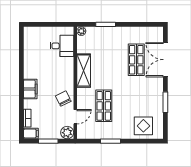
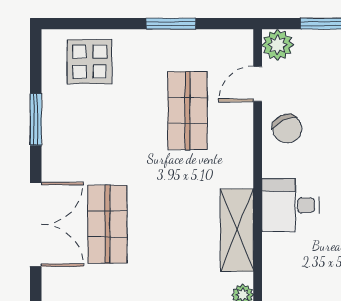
desk: (62, 46) -> (291, 205), moved
shelving: (84, 71) -> (237, 230), moved

